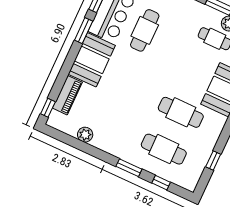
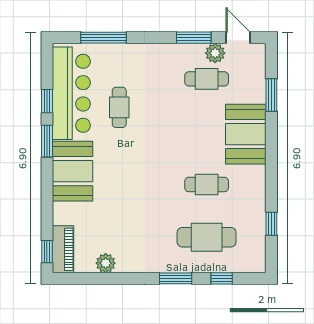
cafe table: (145, 30) -> (119, 107), width x0.73, depth x0.74
piano: (67, 95) -> (63, 249), moved
cafe table: (181, 112) -> (207, 184), width x0.73, depth x0.74

